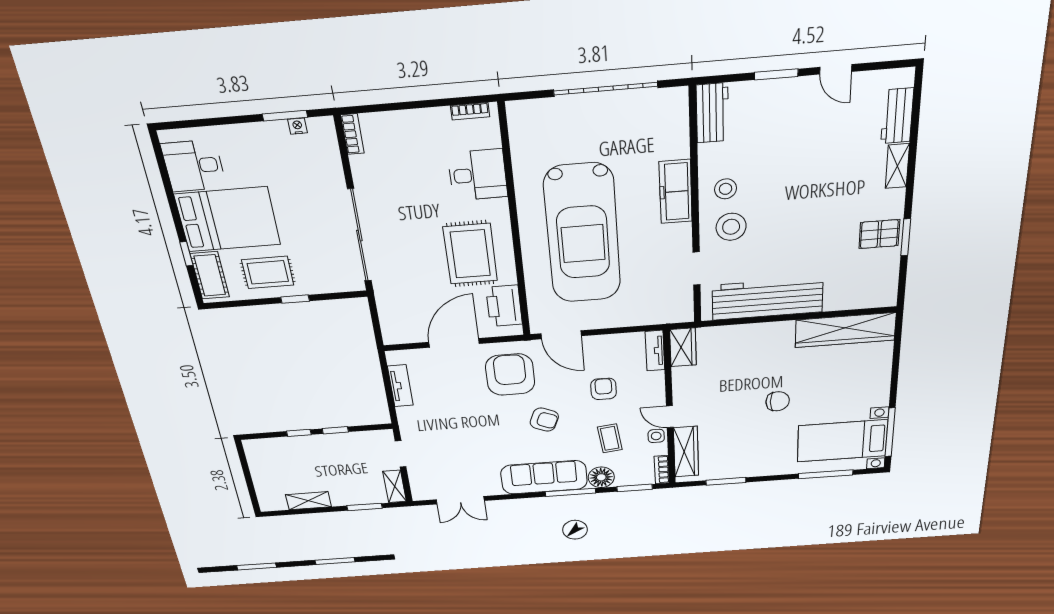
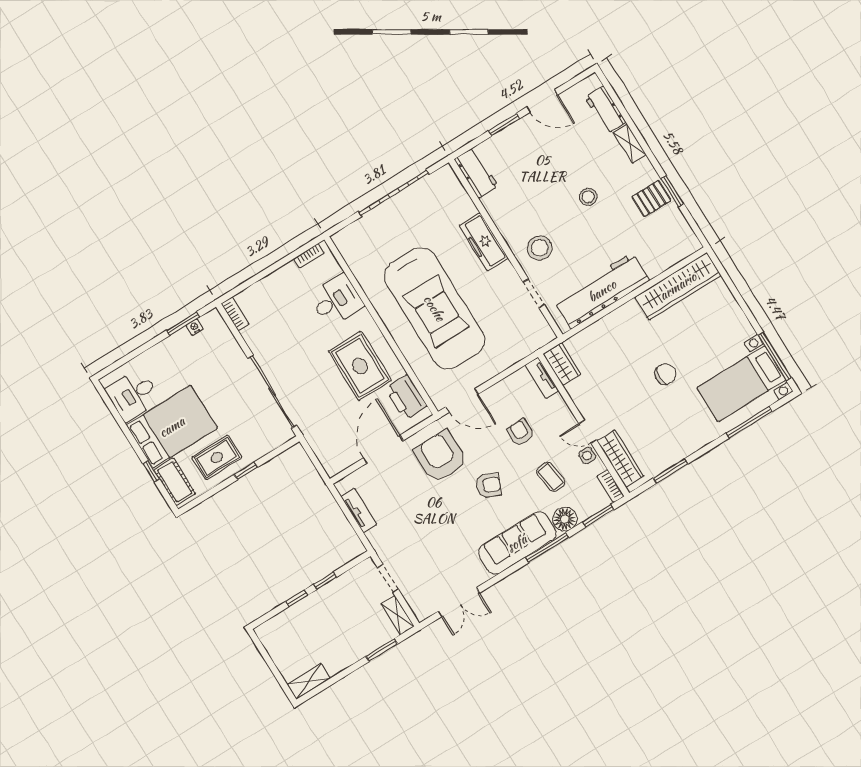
door: (836, 69) -> (542, 101), width x1.38
stool: (726, 189) -> (588, 197), moved
shelving: (308, 501) -> (309, 681), moved

